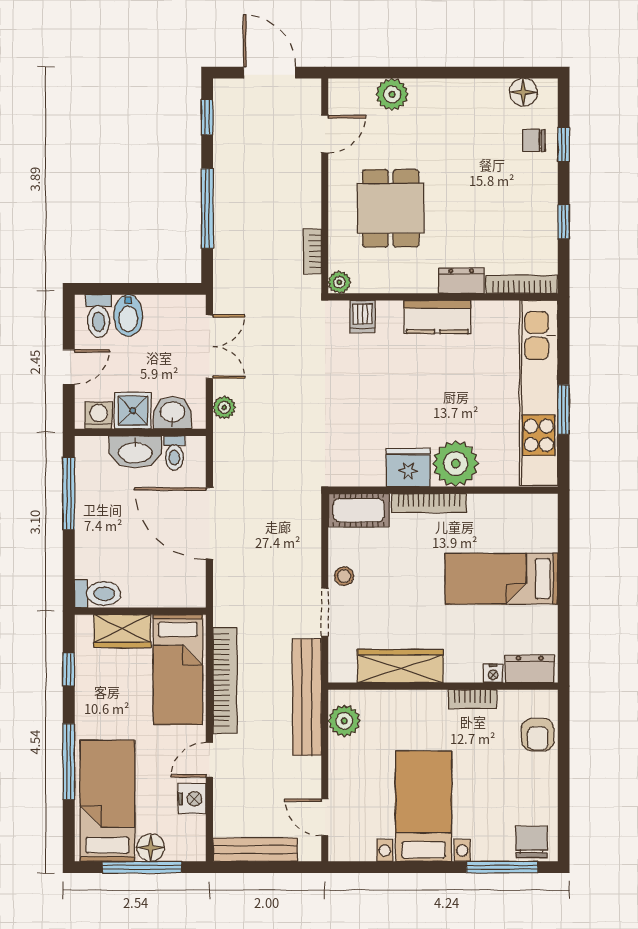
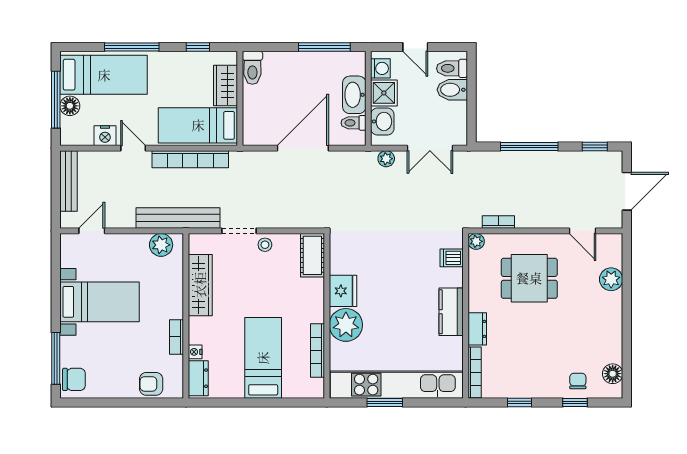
bookcase: (429, 503) -> (317, 350), moved

